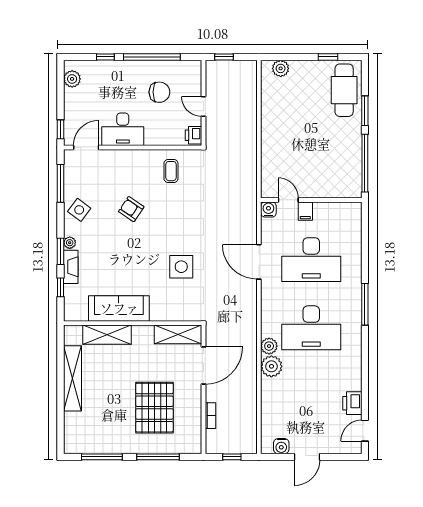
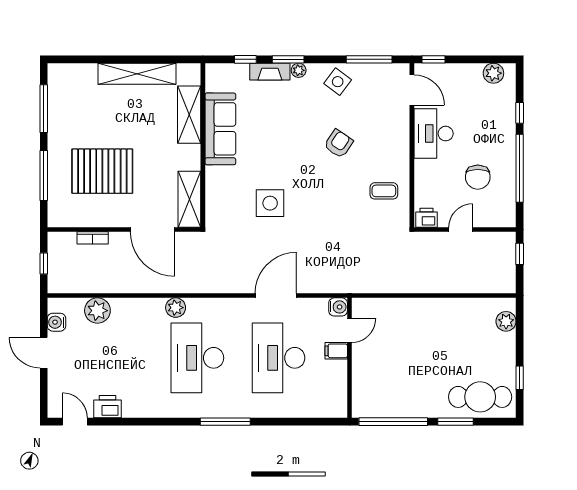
plant: (271, 366) -> (97, 311), moved

